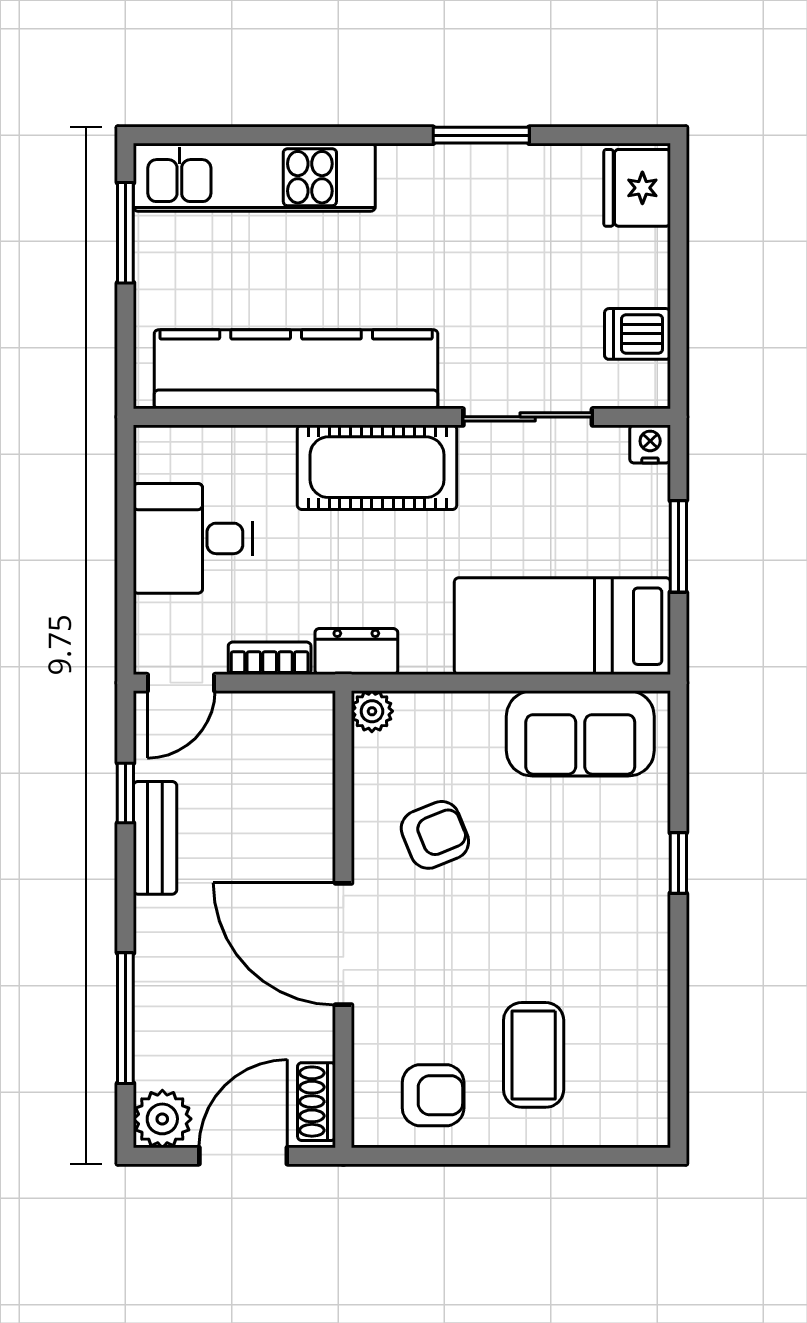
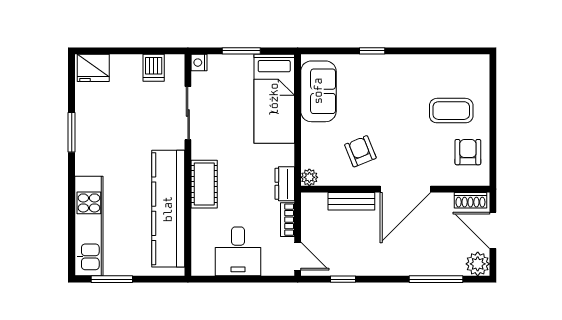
cot: (377, 467) -> (204, 184), width x0.73, depth x0.75
bench: (155, 838) -> (351, 201), moved

